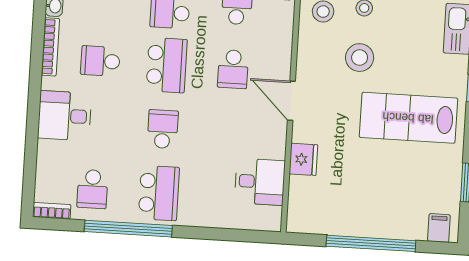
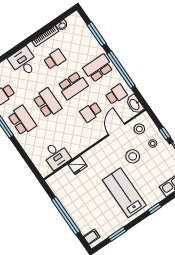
school desk: (100, 61) -> (55, 59), turned 90
door: (291, 101) -> (117, 129), moved
school desk: (163, 129) -> (47, 103), width x1.85
school desk: (159, 193) -> (22, 120), turned -90

